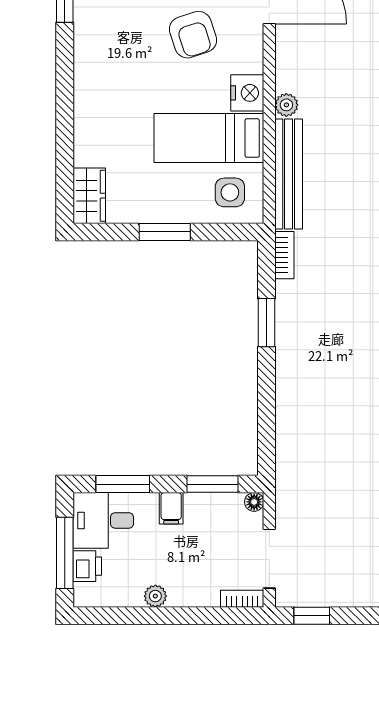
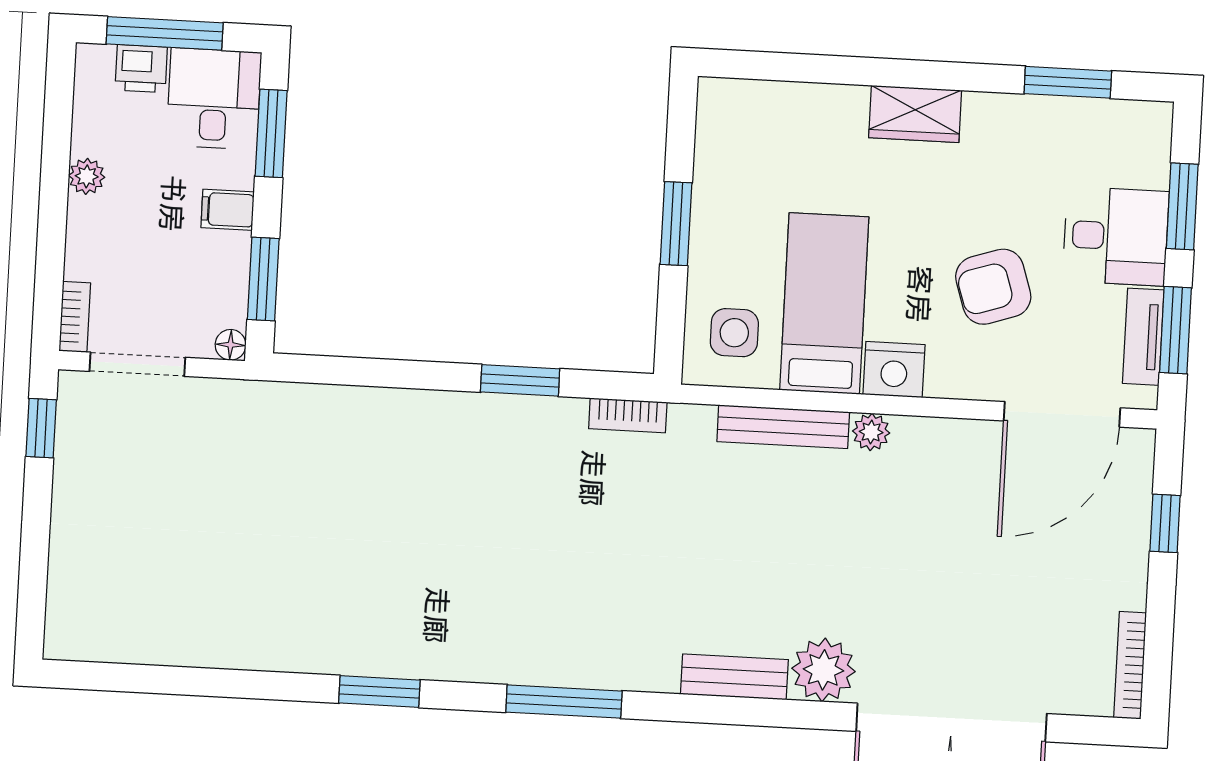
bench: (289, 174) -> (783, 427), width x0.73, depth x0.82
wardrobe: (89, 196) -> (915, 114), moved

